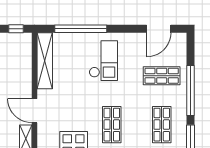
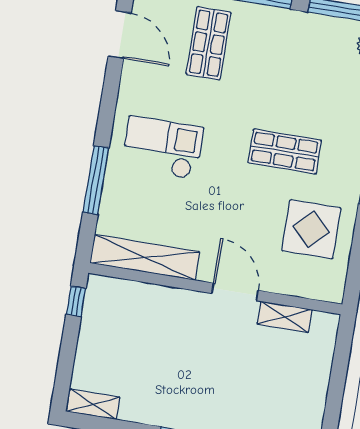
window: (81, 29) -> (96, 180), width x0.68
door: (35, 111) -> (235, 292), swing flipped
shop shelf: (162, 125) -> (300, 58), removed

